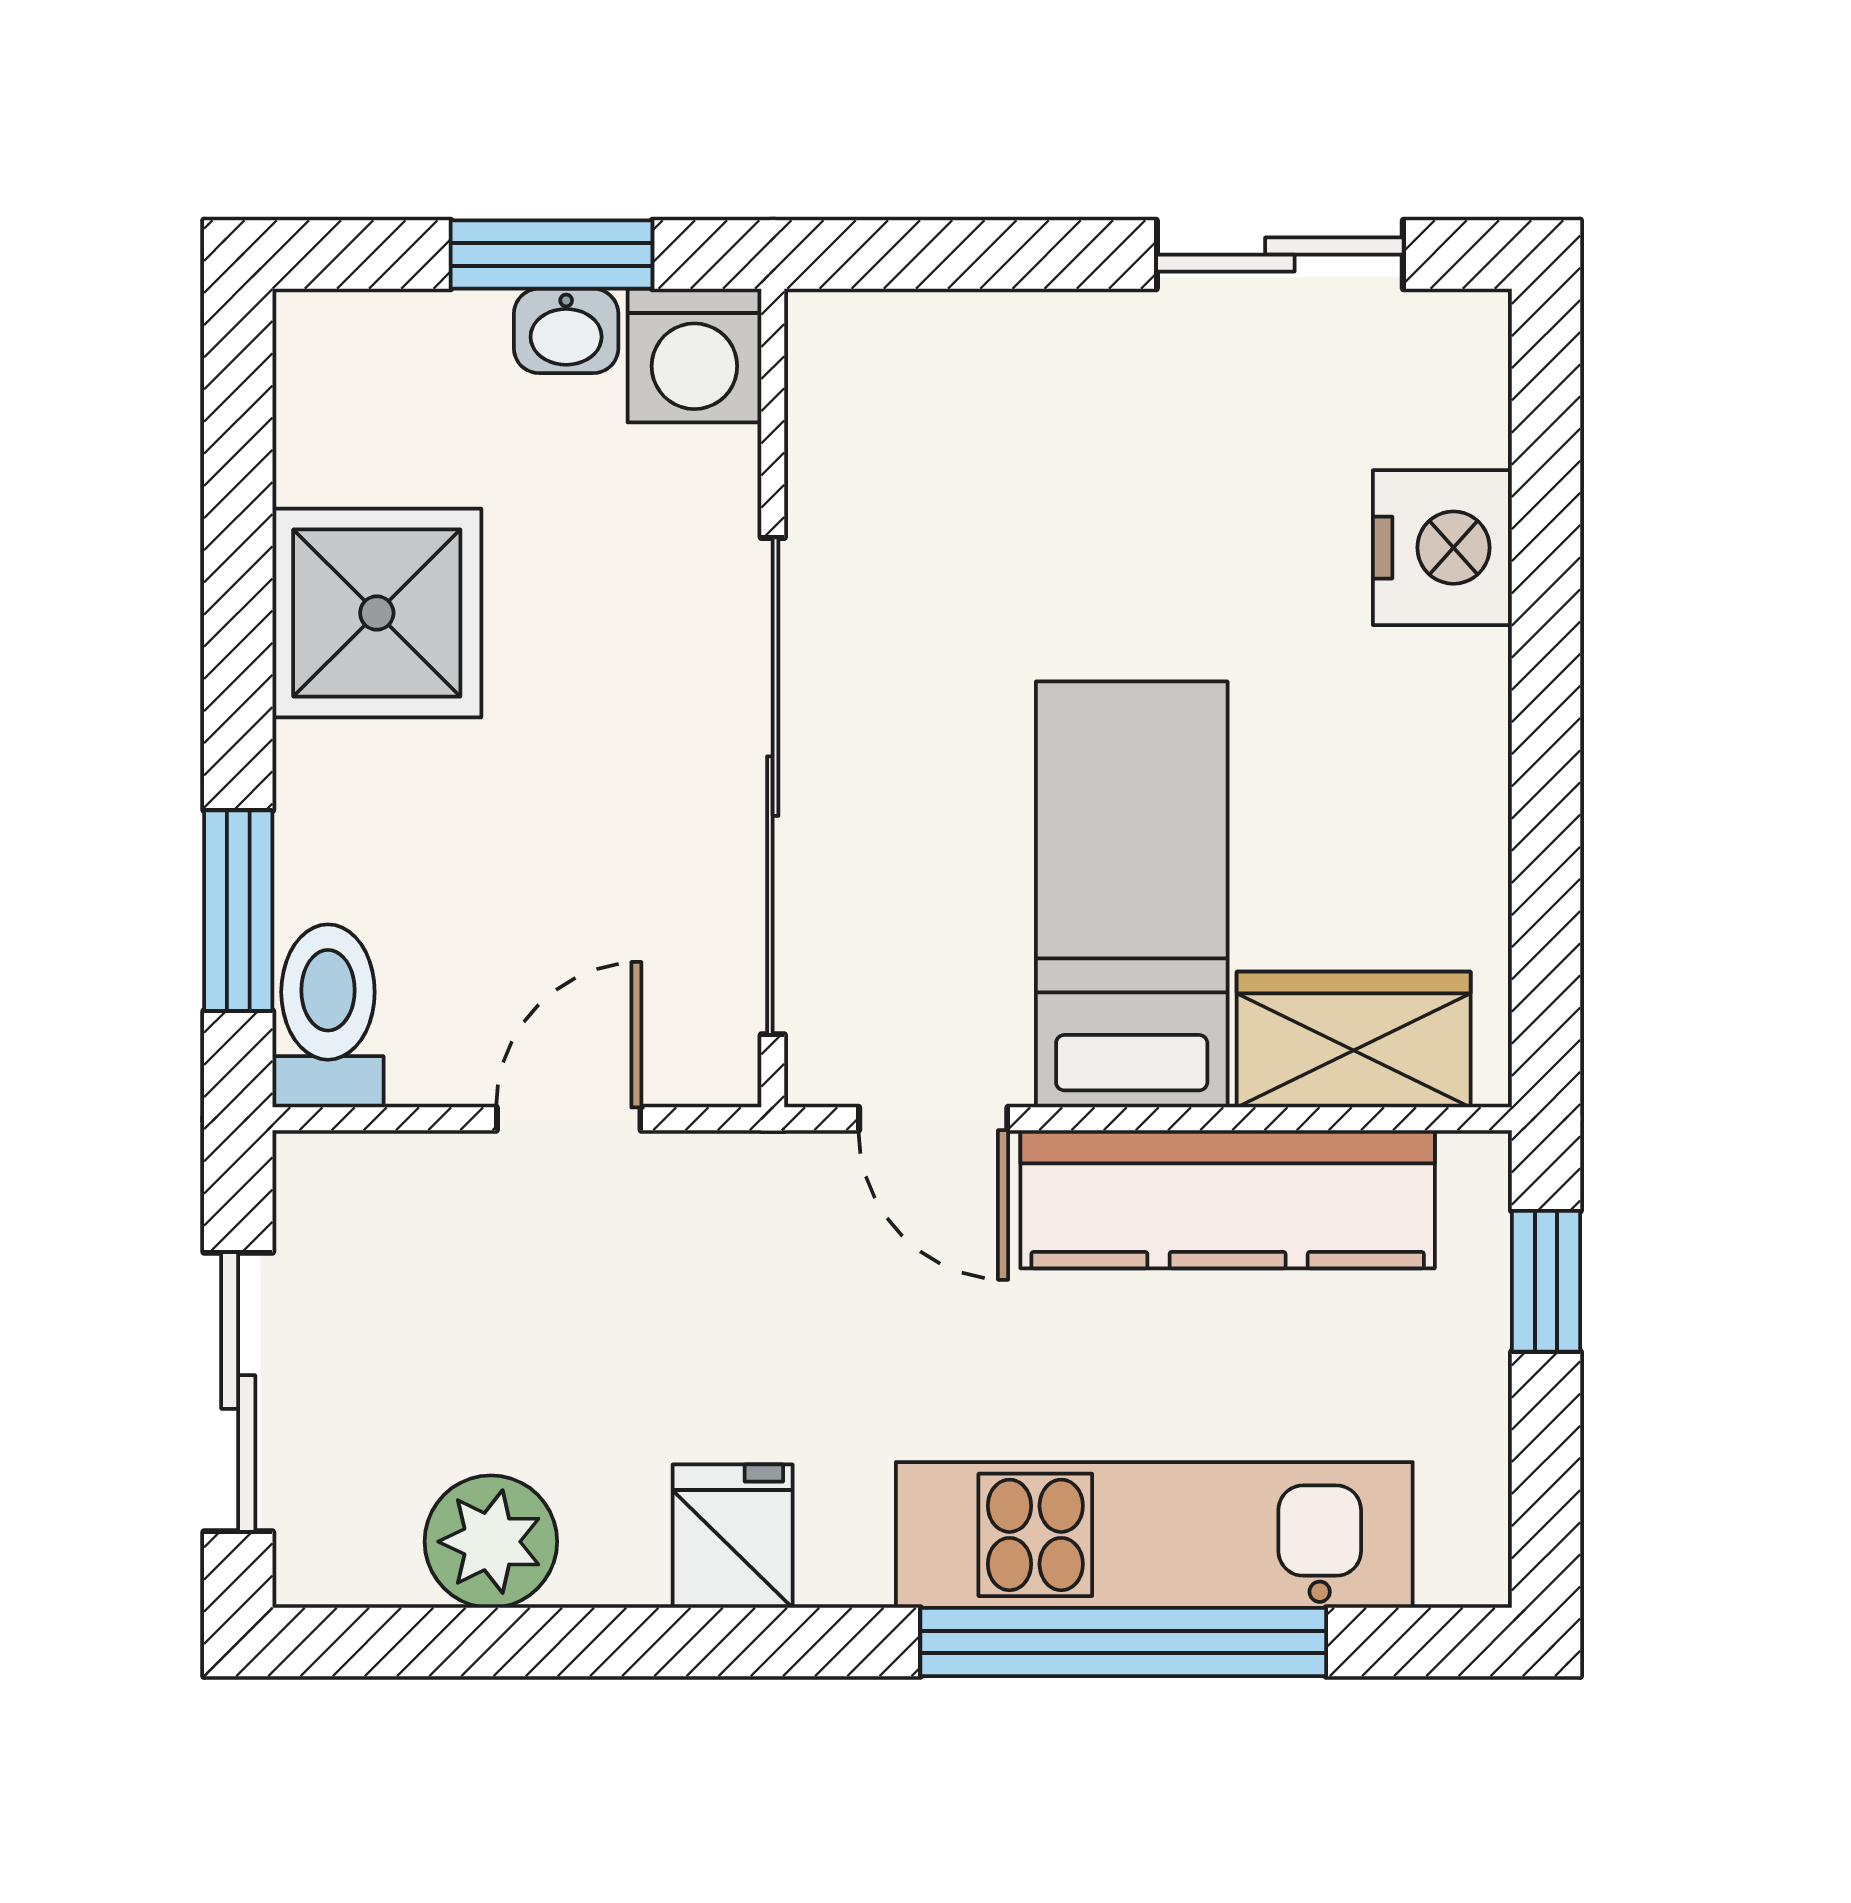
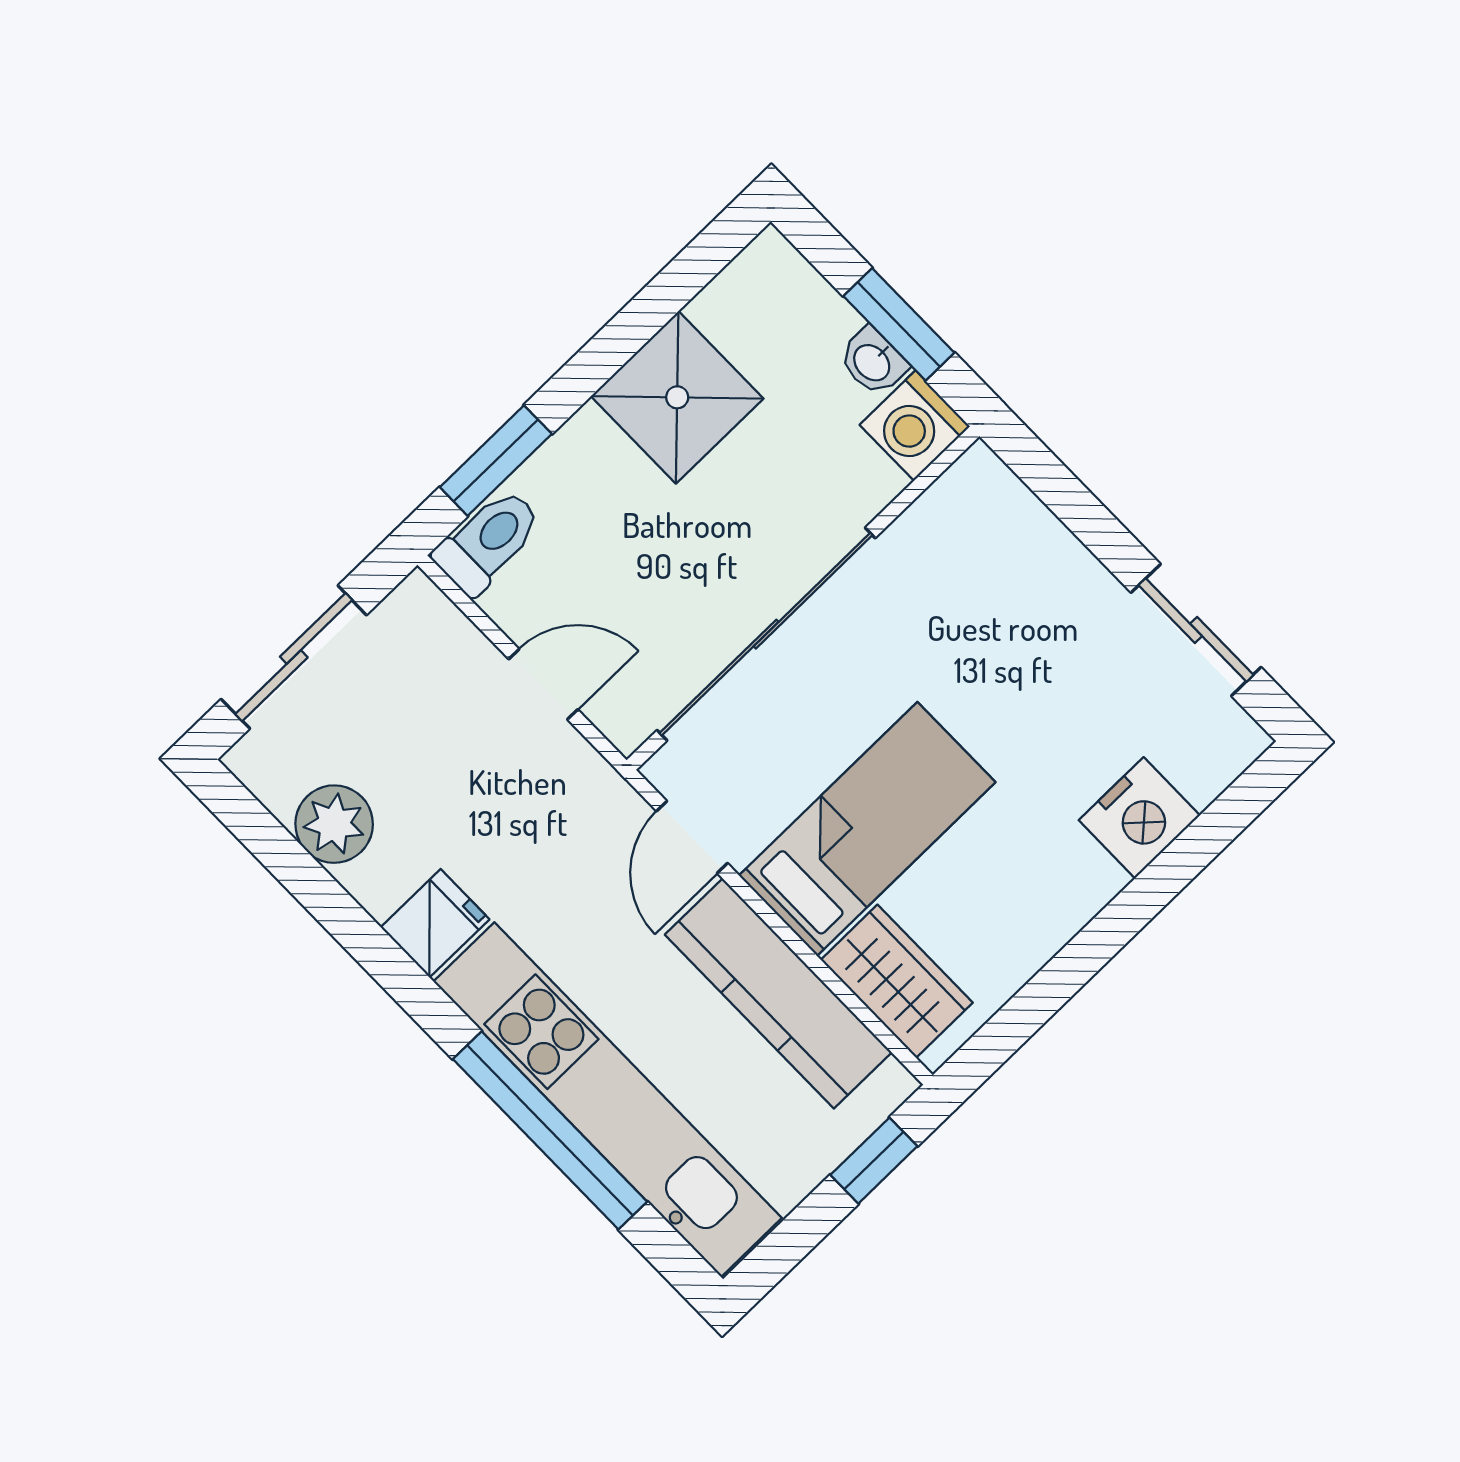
kitchen unit: (1154, 1535) -> (608, 1100), width x1.36

